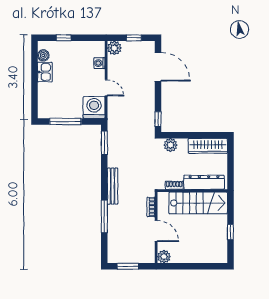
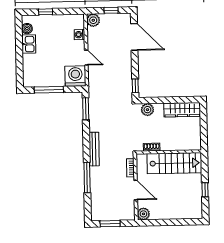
dresser: (204, 182) -> (179, 144), removed

